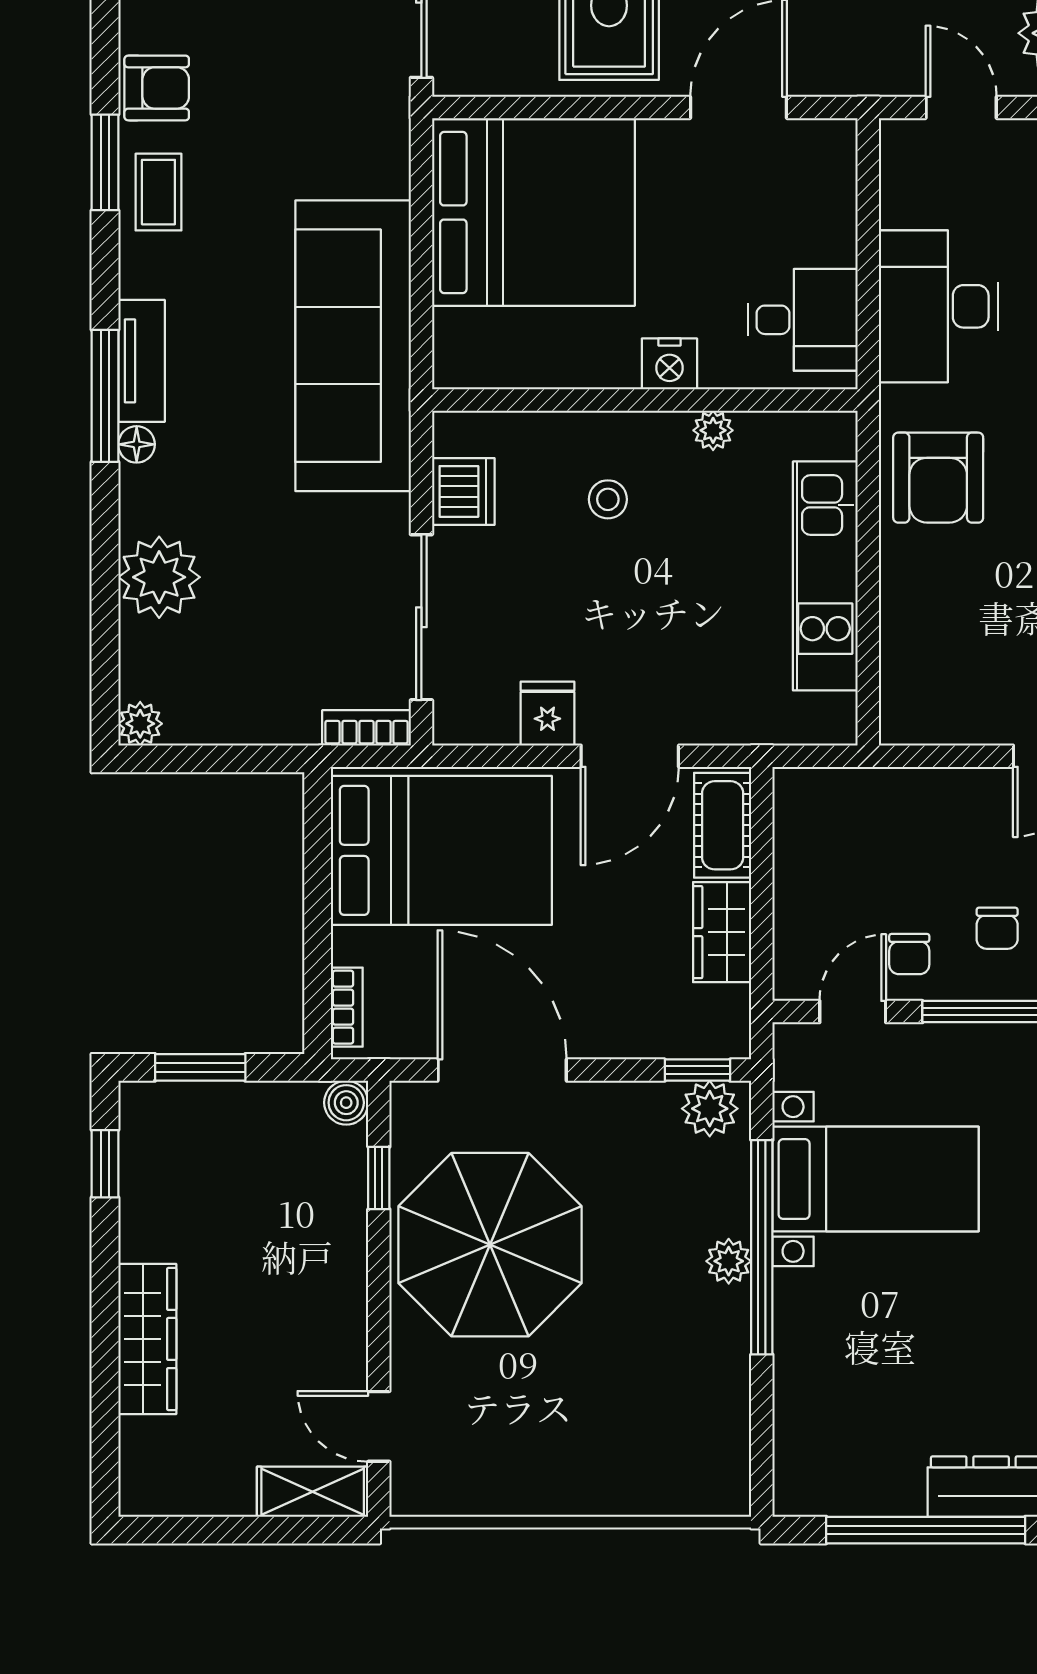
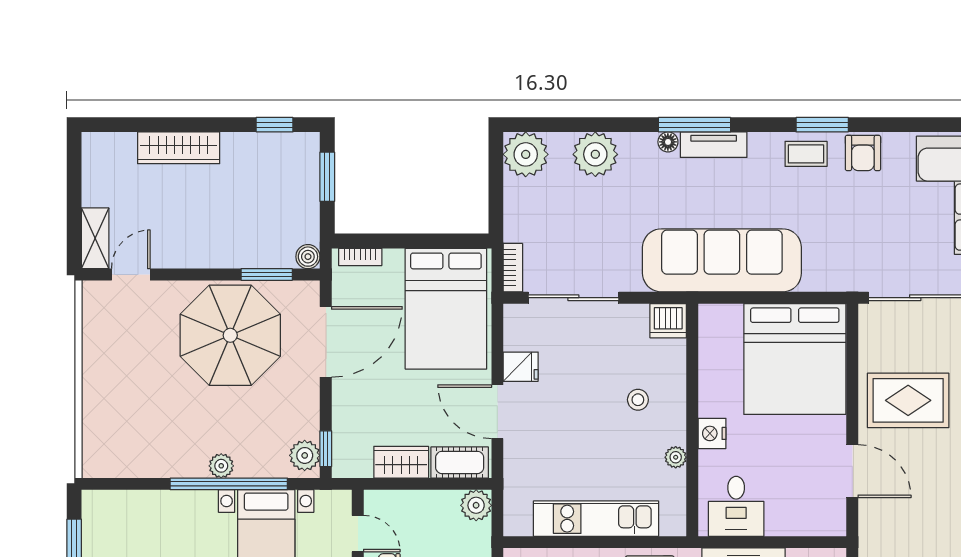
dishwasher: (463, 491) -> (668, 321), moved
plant: (140, 724) -> (526, 154), width x1.87, depth x1.87
plant: (801, 795) -> (476, 505), added
window: (379, 1178) -> (267, 274), width x1.50

